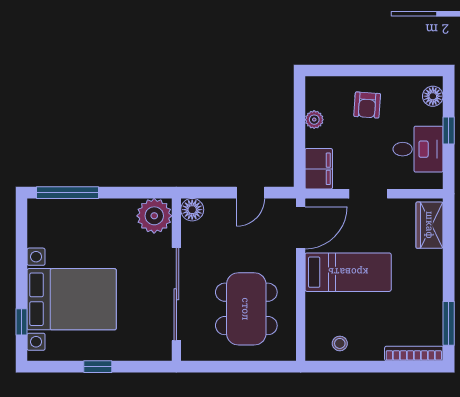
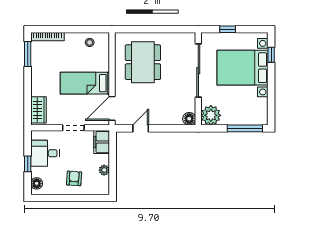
floor lamp: (192, 210) -> (189, 119), moved
plant: (154, 216) -> (211, 115), moved
wall: (176, 280) -> (198, 79), moved
sliding door: (176, 294) -> (198, 71), moved

